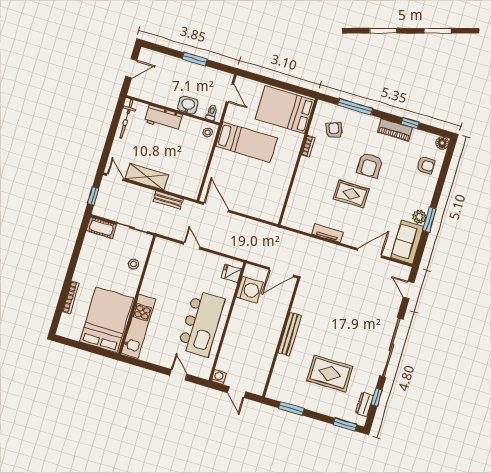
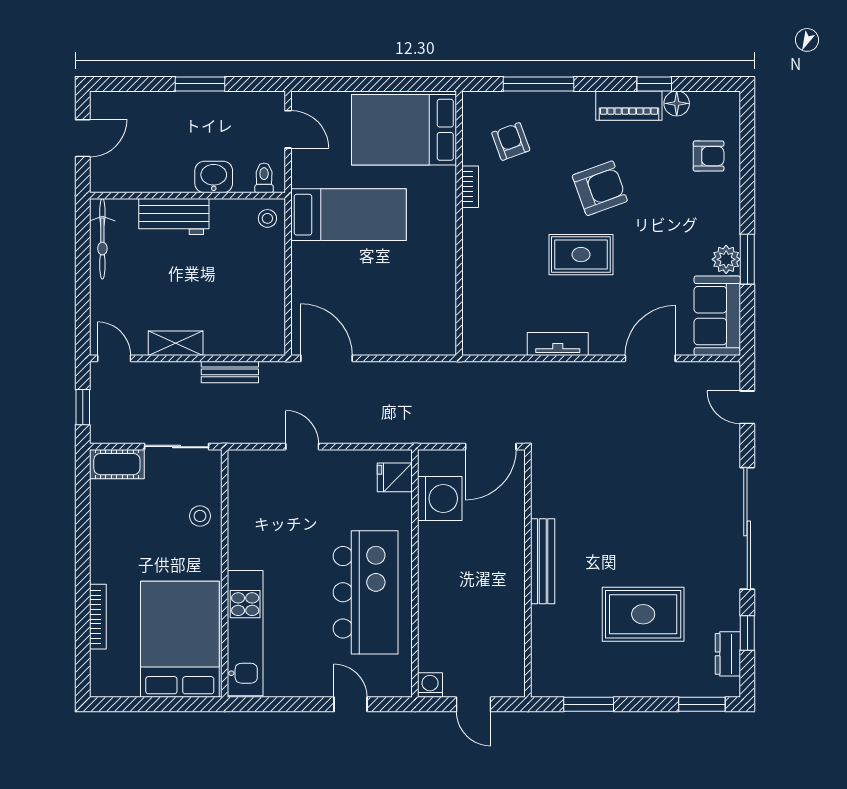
floor lamp: (442, 143) -> (677, 103), moved
armchair: (370, 165) -> (600, 188), turned -110
shelving: (147, 177) -> (176, 343), width x0.67, depth x0.75

